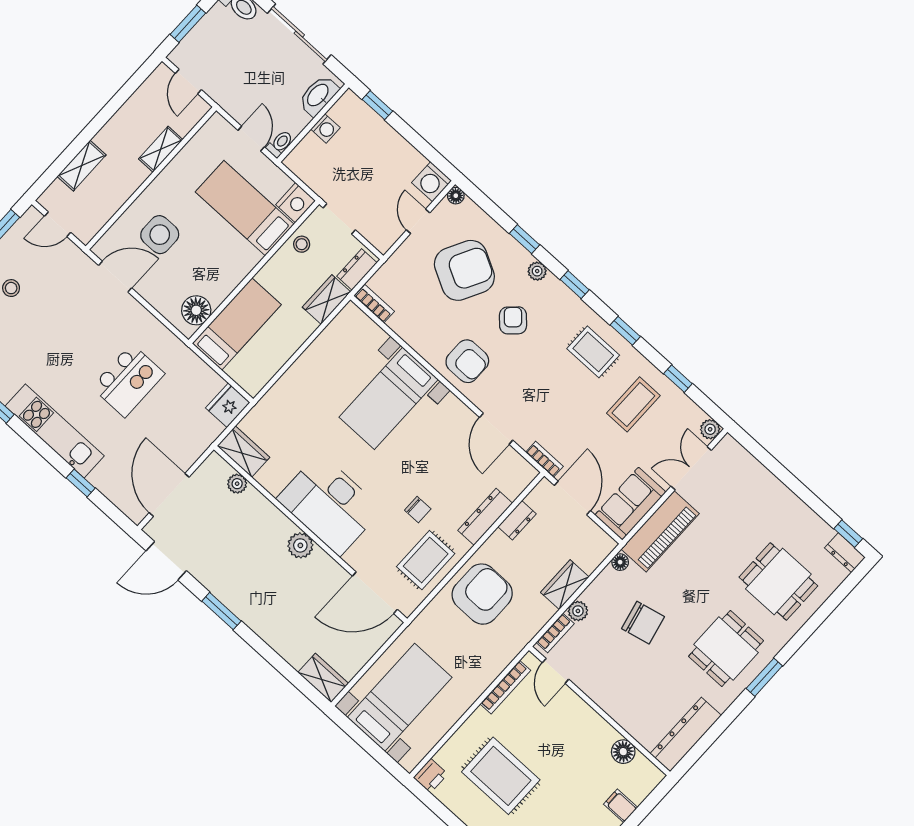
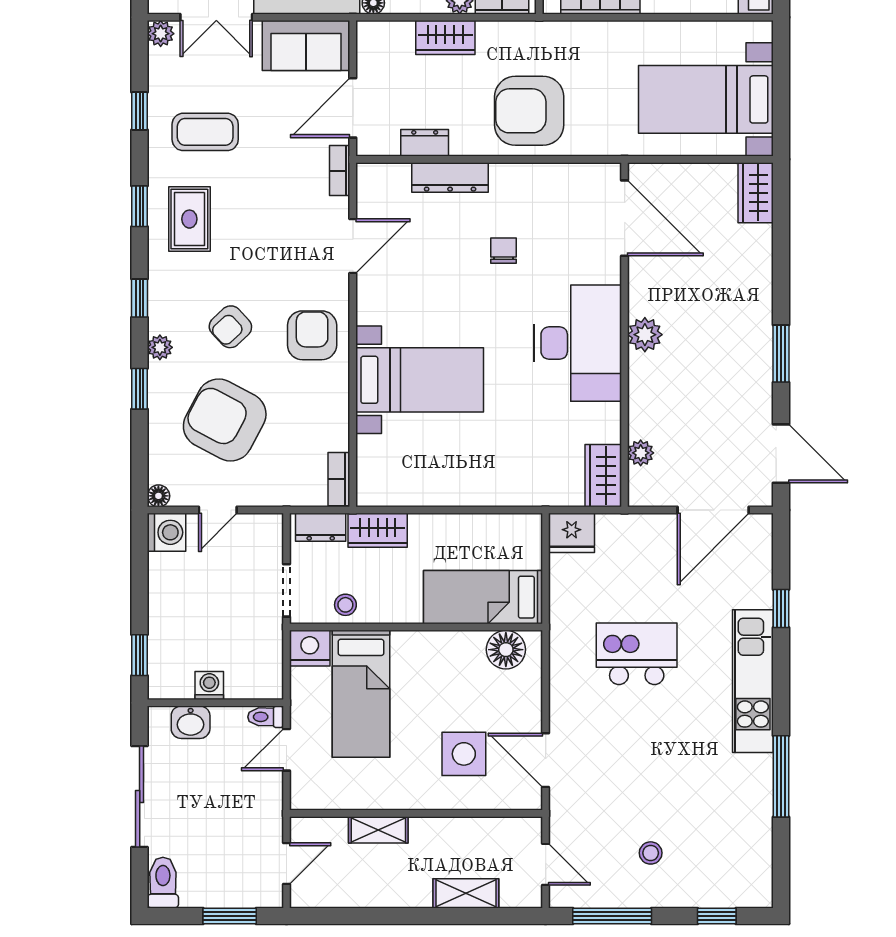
washbasin: (318, 96) -> (191, 722), width x0.72
rug: (426, 560) -> (546, 197), removed

